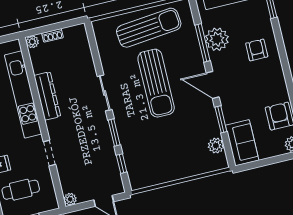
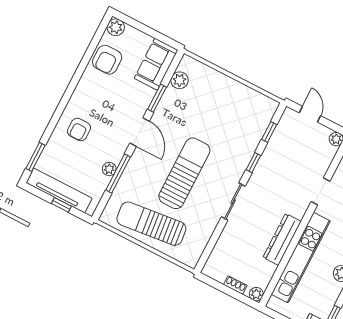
plant: (217, 39) -> (109, 169), width x0.53, depth x0.53
window: (114, 133) -> (253, 163), width x0.67

